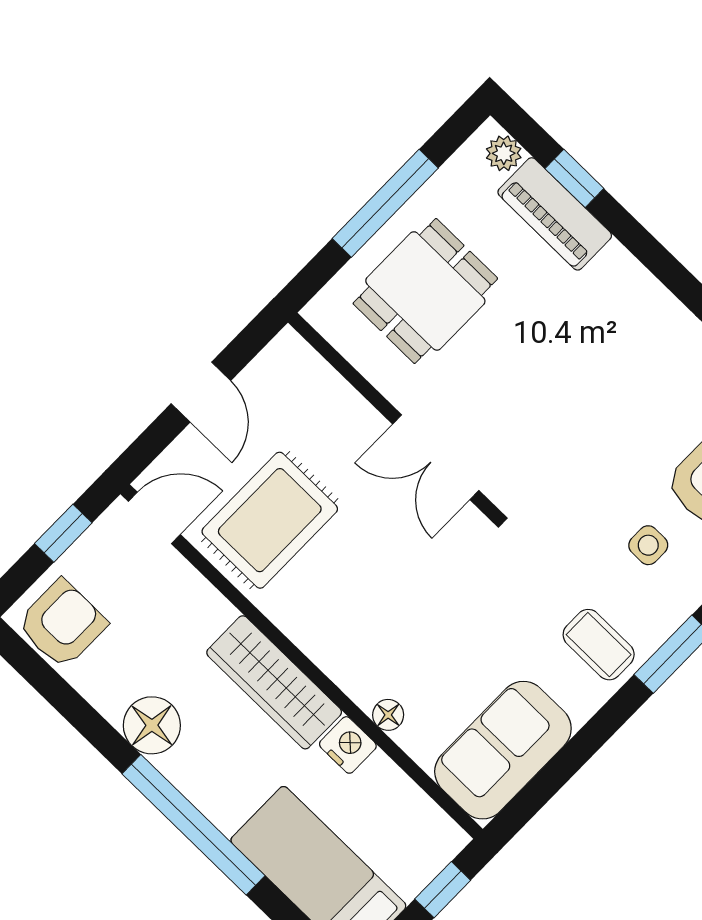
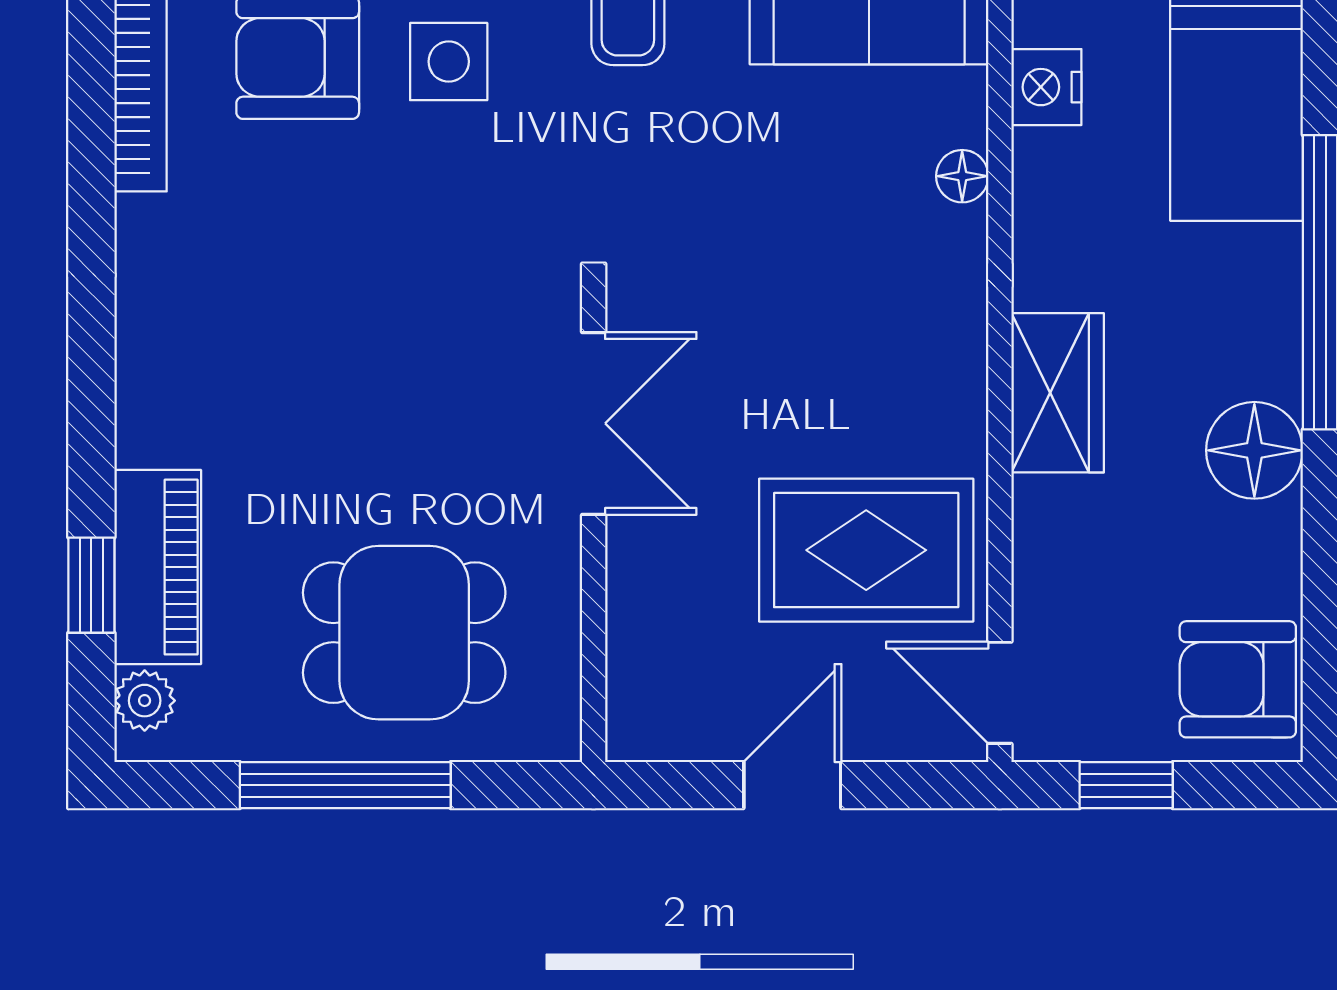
side table: (648, 545) -> (449, 62), width x1.37, depth x1.37
wardrobe: (274, 682) -> (1058, 393), width x0.67
nightstand: (348, 745) -> (1046, 87), moved

